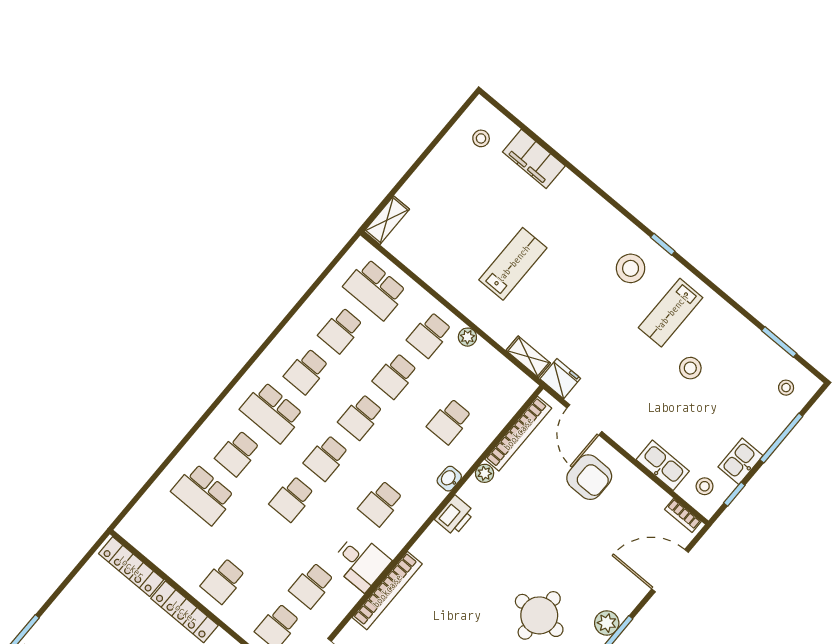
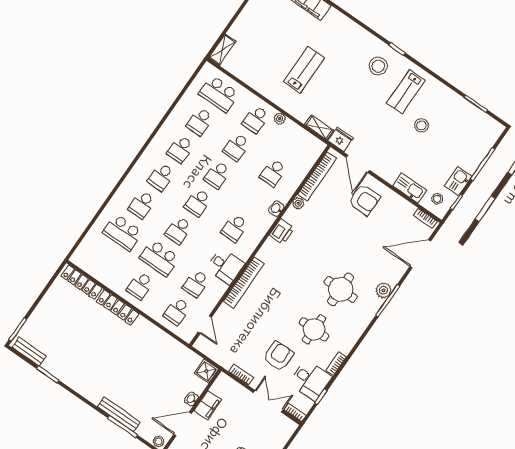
stool: (786, 388) -> (483, 132), removed
school desk: (272, 412) -> (161, 177), width x0.54
school desk: (257, 540) -> (159, 258), added

